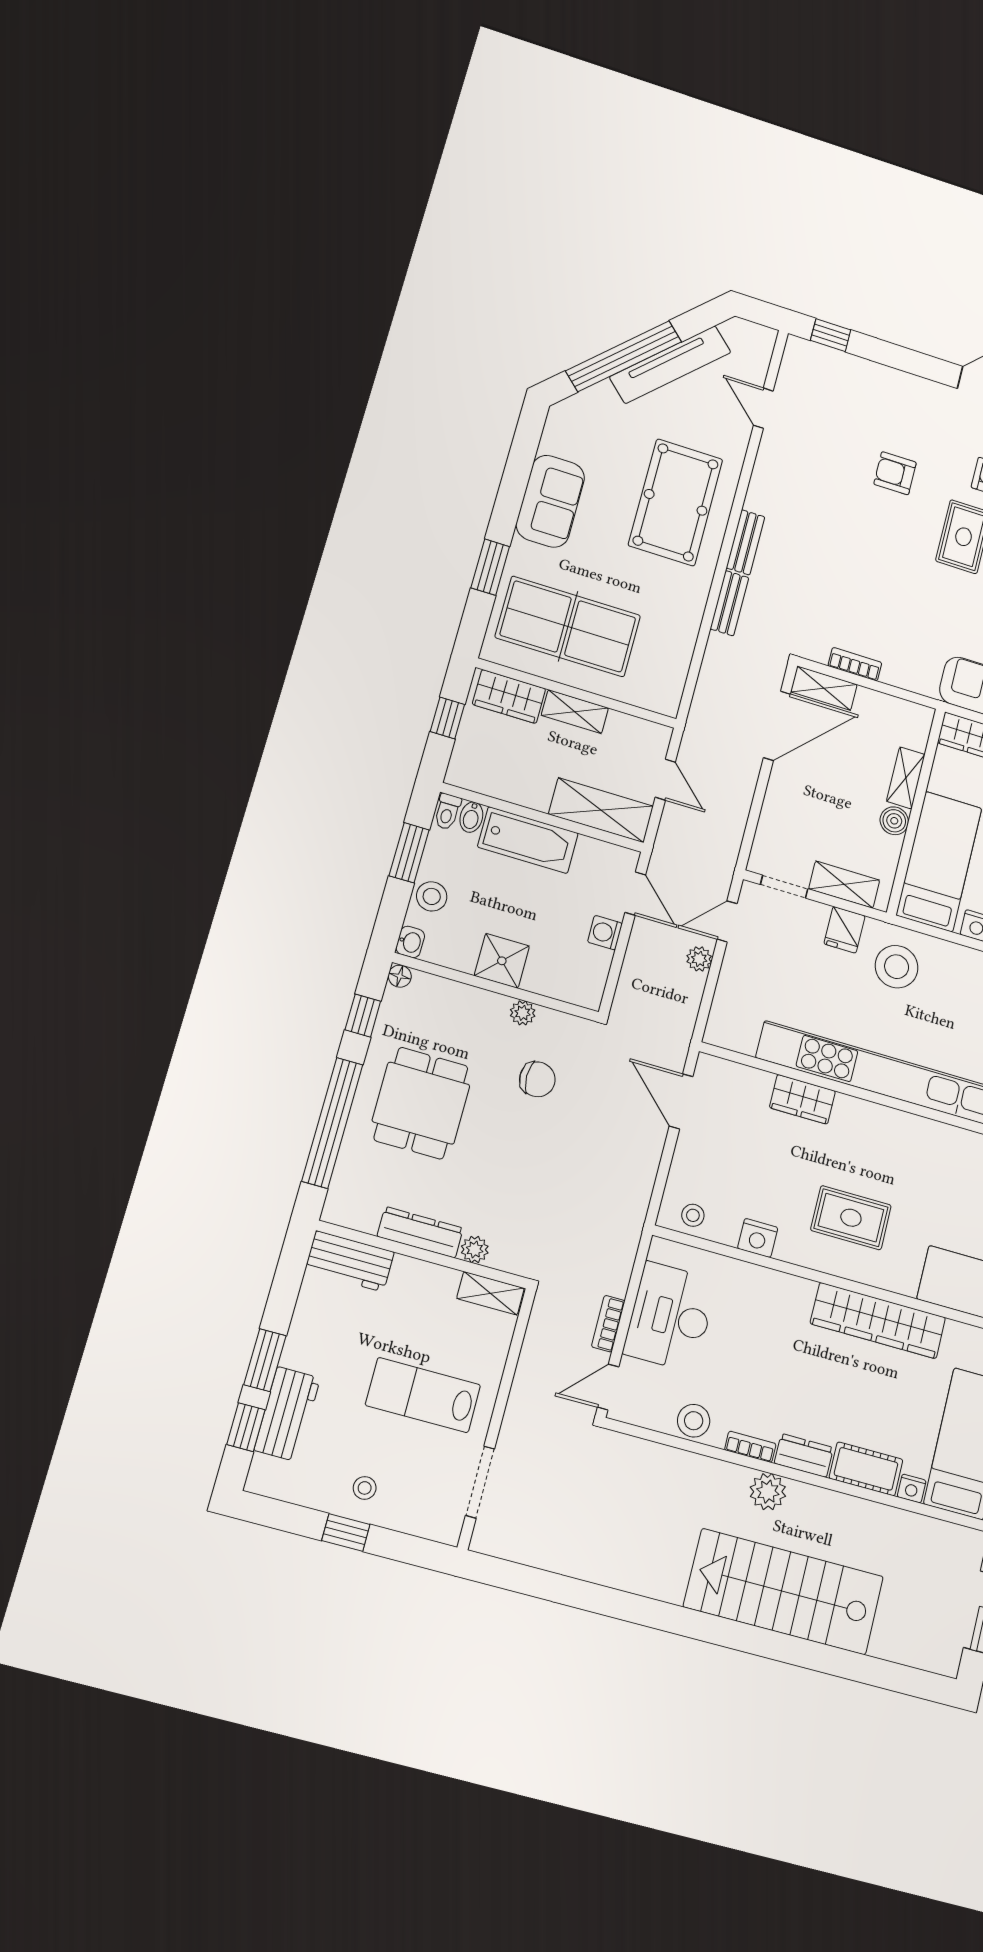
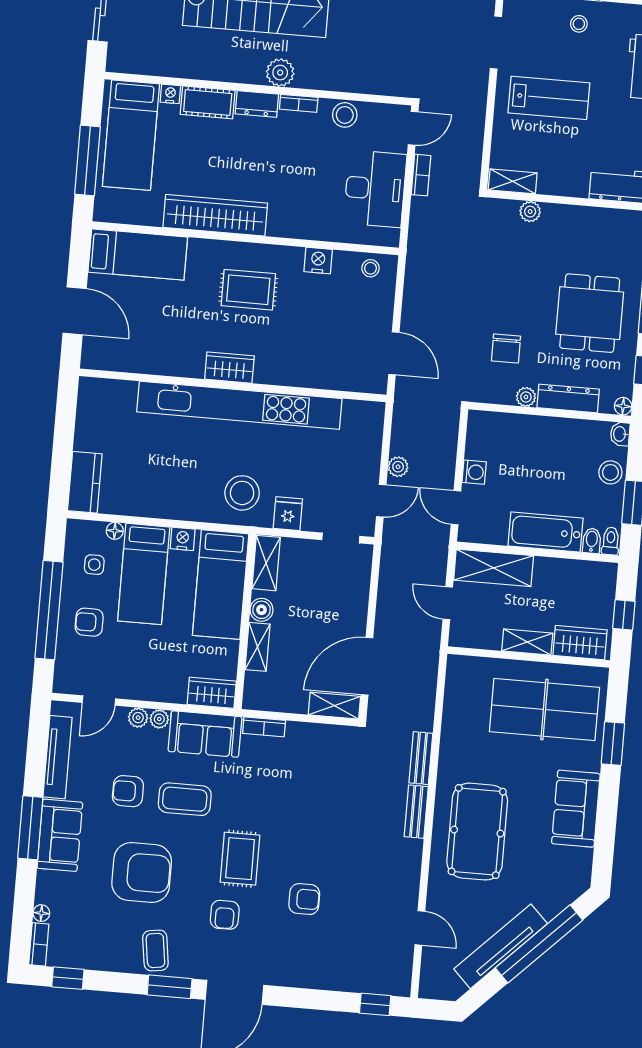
bookcase: (855, 664) -> (264, 727), moved
shelving: (844, 885) -> (266, 563), moved, turned 90
shower: (502, 961) -> (549, 434), removed
chair: (537, 1079) -> (506, 348), turned -90
wardrobe: (802, 1099) -> (229, 368), moved
dresser: (420, 1232) -> (568, 398), moved, turned 180

